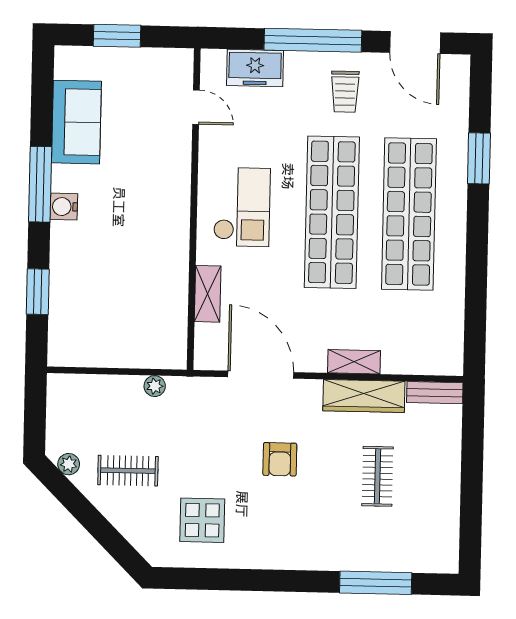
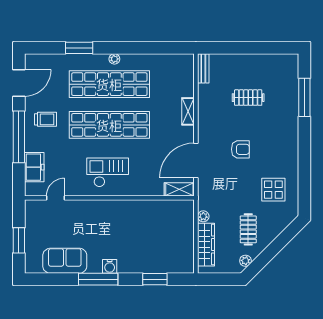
plant: (456, 225) -> (114, 59), added
shelving: (208, 294) -> (179, 189), moved
wardrobe: (364, 396) -> (206, 245), moved

